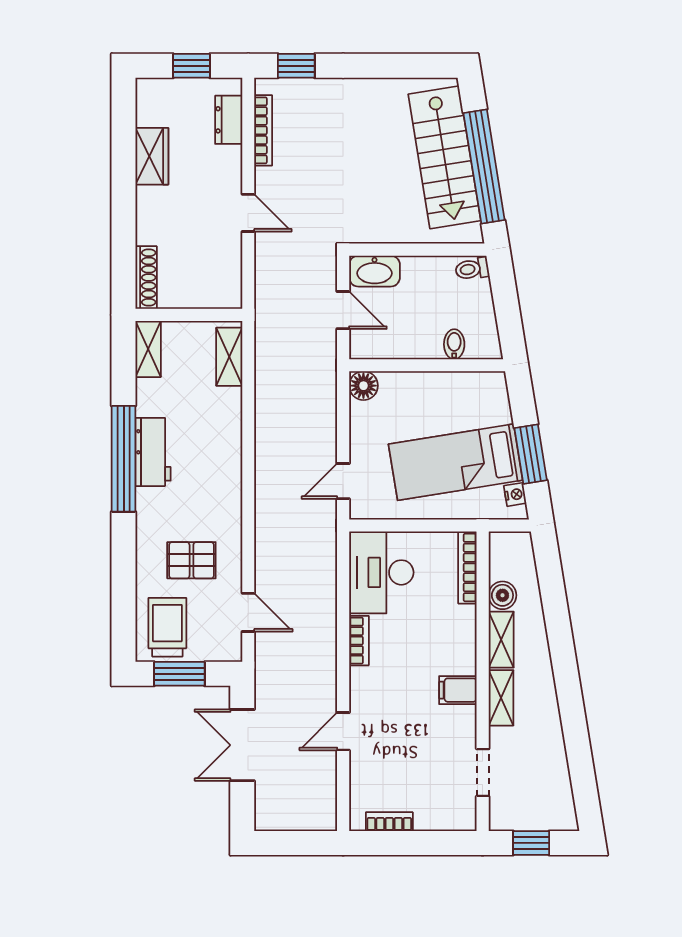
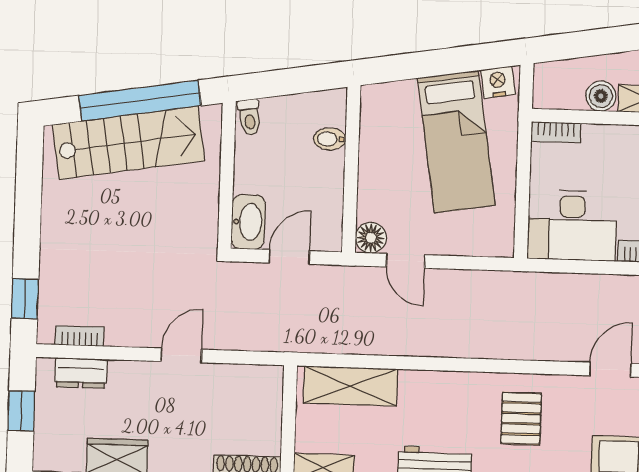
bookcase: (263, 130) -> (80, 336), width x0.64
shelving: (229, 357) -> (350, 386), width x1.50, depth x1.33
window: (531, 454) -> (450, 61), removed
door: (343, 481) -> (406, 261), moved
nightstand: (515, 494) -> (498, 82), width x1.39, depth x1.35
pallet: (191, 560) -> (521, 418), moved
bookcase: (467, 567) -> (556, 132), width x0.64

